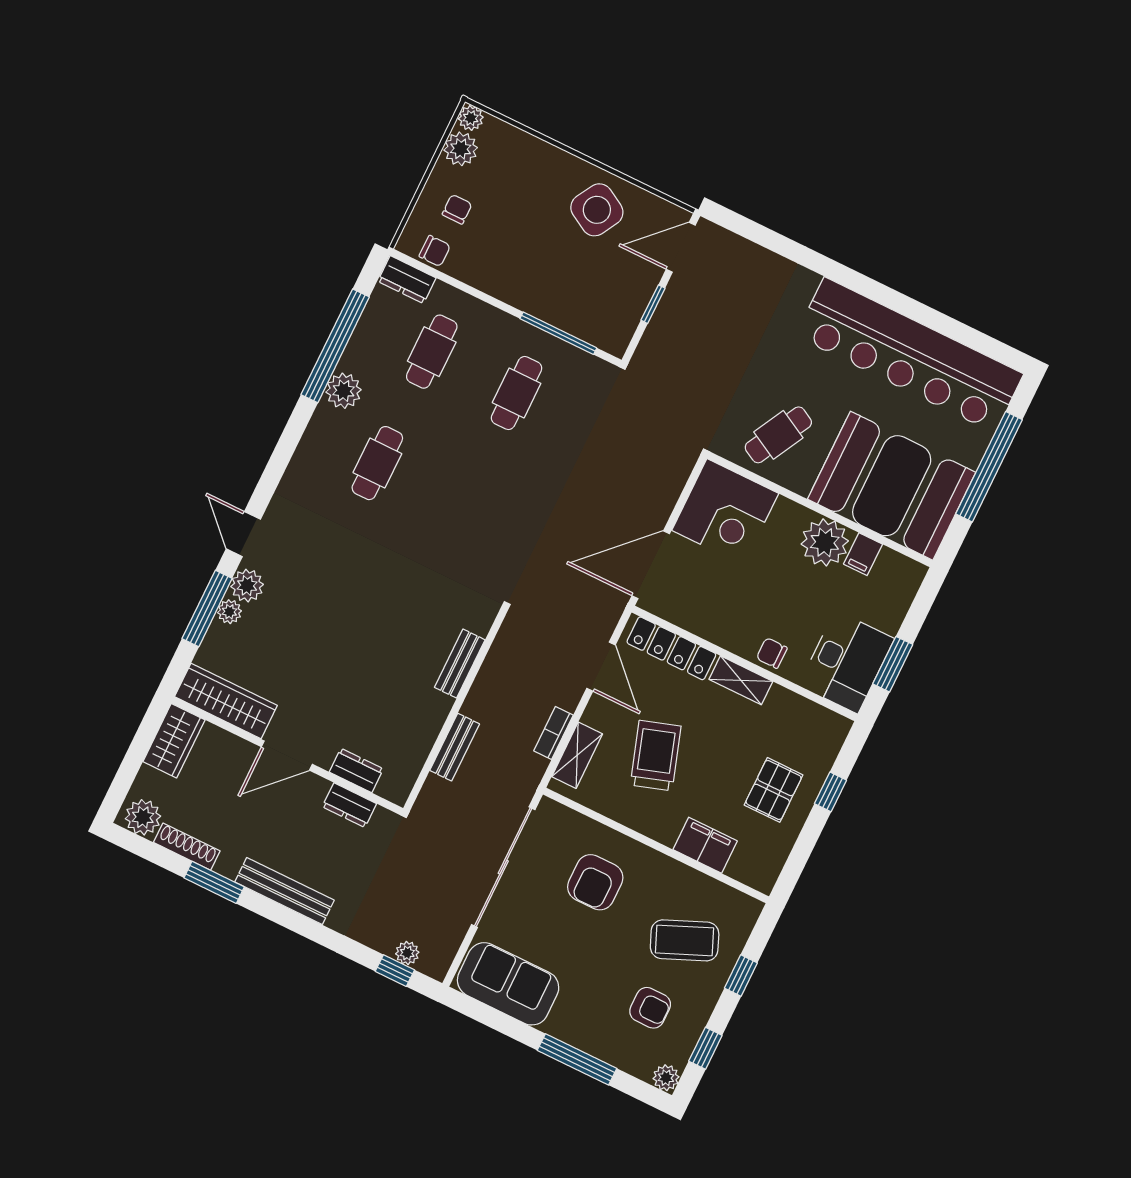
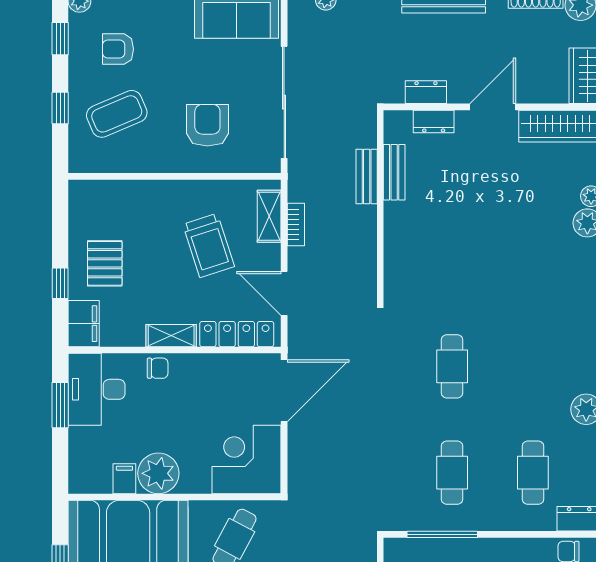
cafe table: (377, 463) -> (452, 366), moved
bench: (460, 664) -> (394, 172), moved
filing cabinet: (705, 845) -> (84, 324), moved, turned -90

